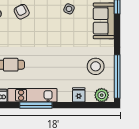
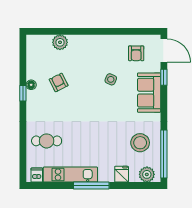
window: (36, 105) -> (91, 185), moved

